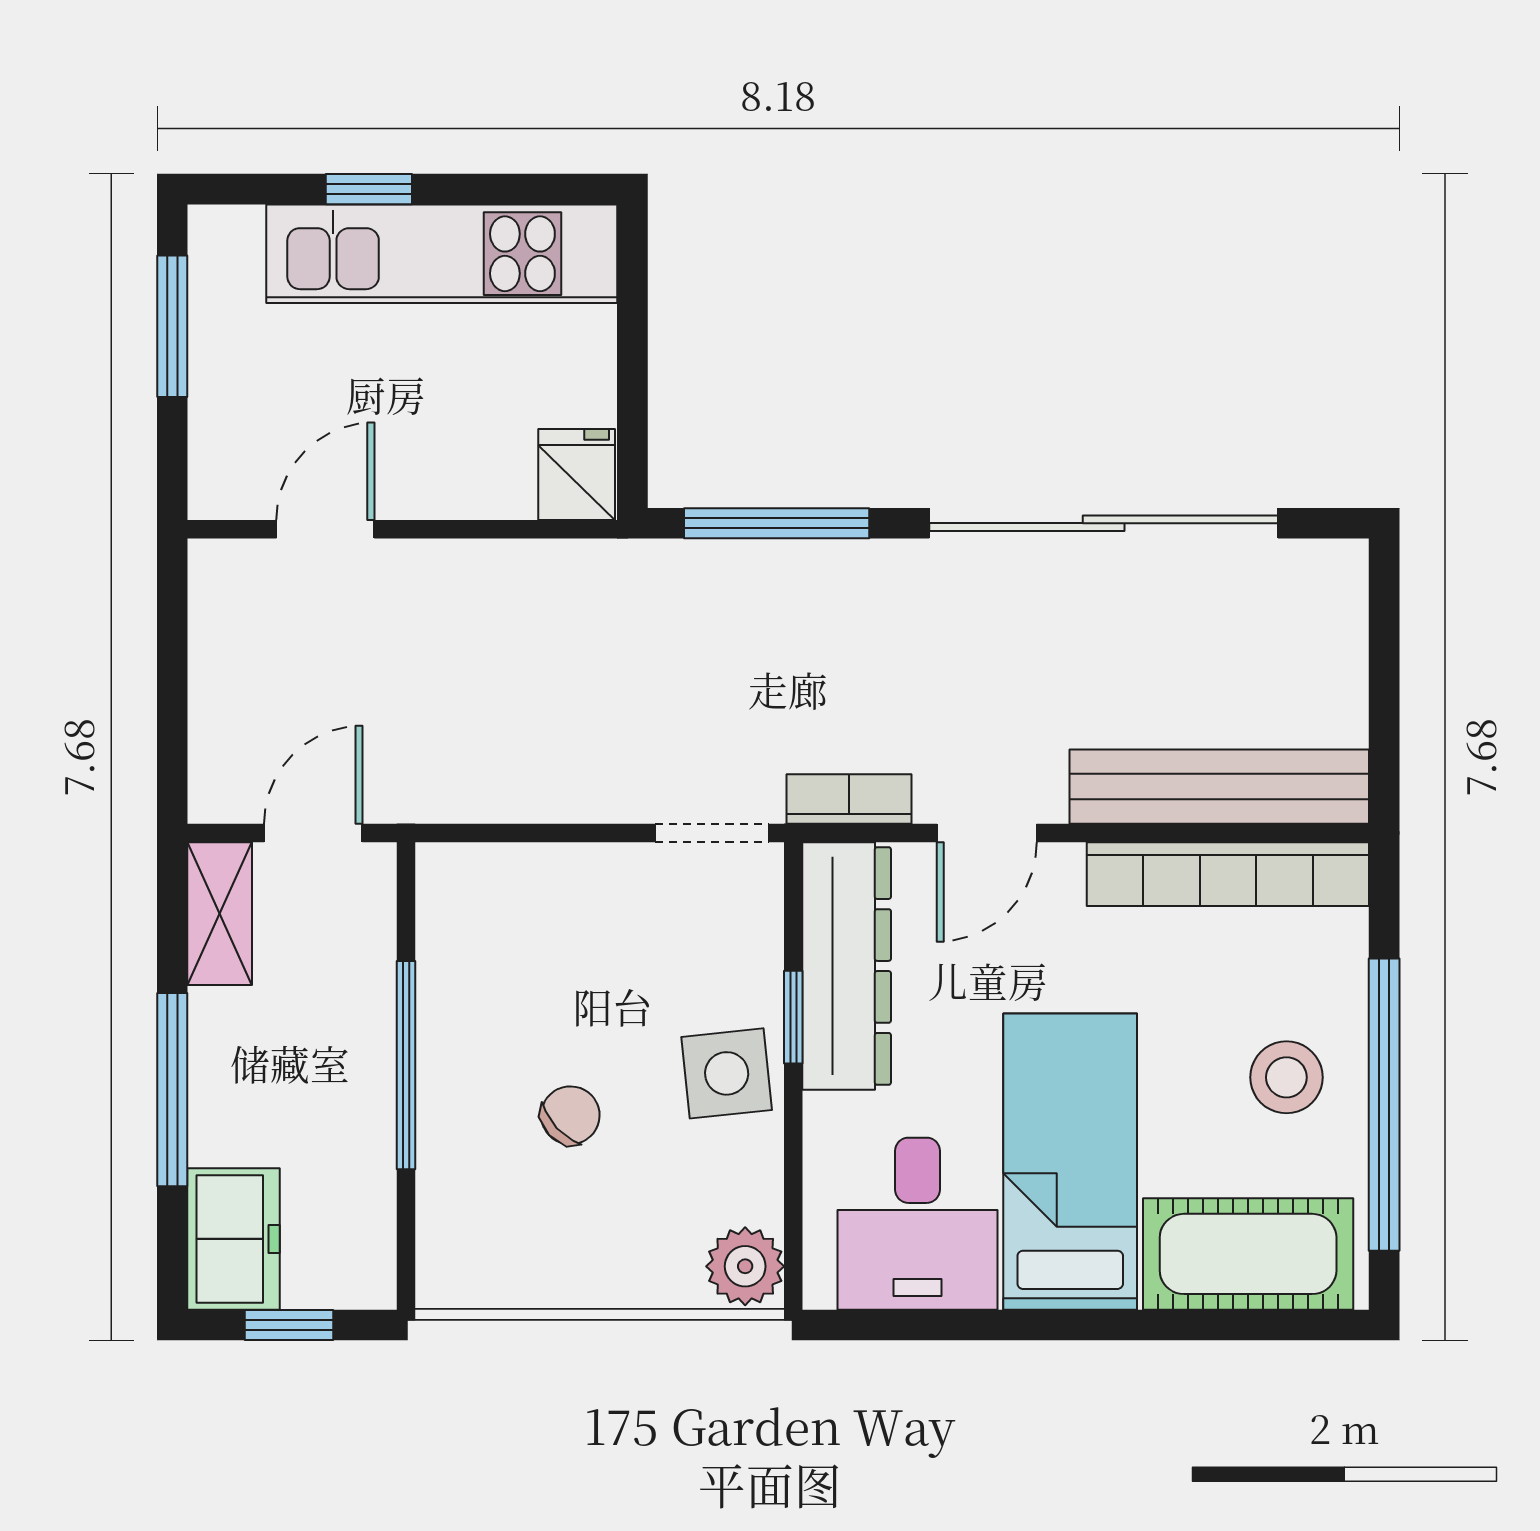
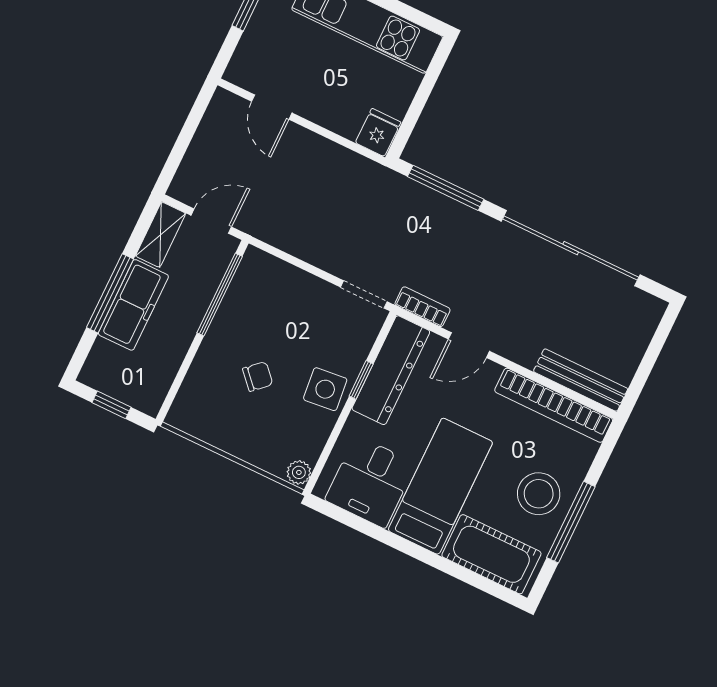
door: (325, 529) -> (272, 107), swing flipped
bench: (1219, 787) -> (581, 380), width x0.73, depth x0.82
window: (406, 1065) -> (220, 295), moved
stool: (1286, 1077) -> (539, 494), width x1.38, depth x1.38
window: (1384, 1105) -> (571, 522), width x0.68
freezer: (233, 1239) -> (133, 305), moved, width x1.40
plant: (745, 1266) -> (299, 472), width x0.73, depth x0.73

